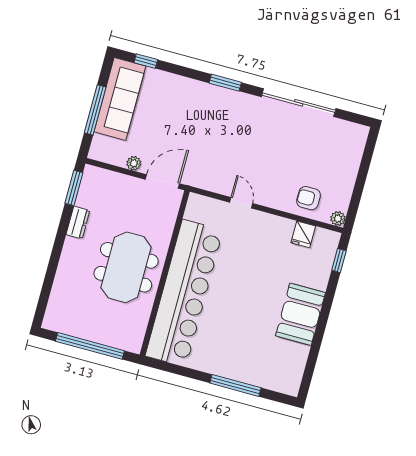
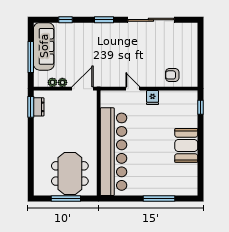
window: (146, 61) -> (65, 20), moved
plant: (338, 219) -> (52, 82), moved
dresser: (78, 222) -> (39, 107), moved
fridge: (303, 234) -> (153, 97), moved
meeting table: (126, 267) -> (70, 173), moved
window: (90, 346) -> (66, 198), width x0.68

